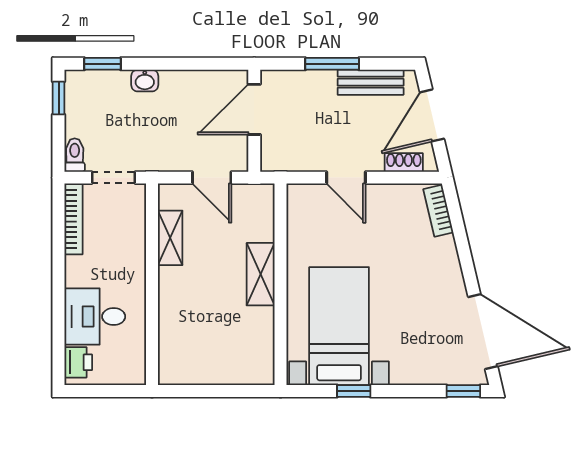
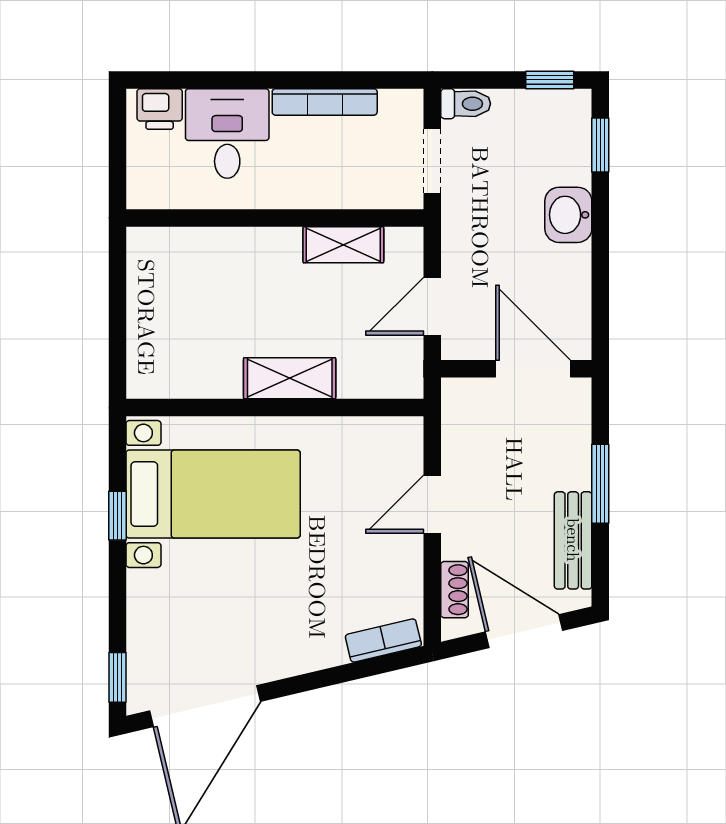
washbasin: (145, 81) -> (568, 215), width x1.38, depth x1.45
bookcase: (73, 219) -> (325, 102), moved

